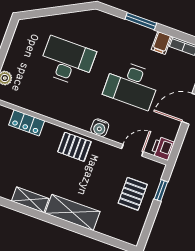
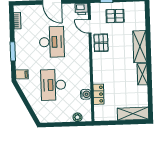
filing cabinet: (161, 43) -> (22, 74), moved
water cooler: (100, 128) -> (86, 94), moved
pallet: (74, 147) -> (101, 43), moved

